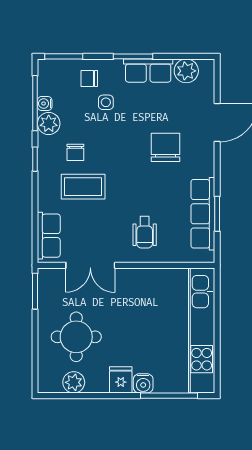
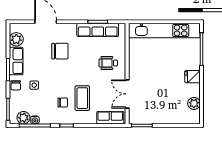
chair: (89, 78) -> (16, 85), moved
plant: (49, 124) -> (23, 118), moved
chair: (166, 147) -> (60, 51), turned 180
wheelchair: (145, 232) -> (108, 63), turned 180
double door: (90, 265) -> (127, 94), swing flipped
round table: (76, 337) -> (168, 102), removed
water cooler: (143, 383) -> (194, 64), removed

